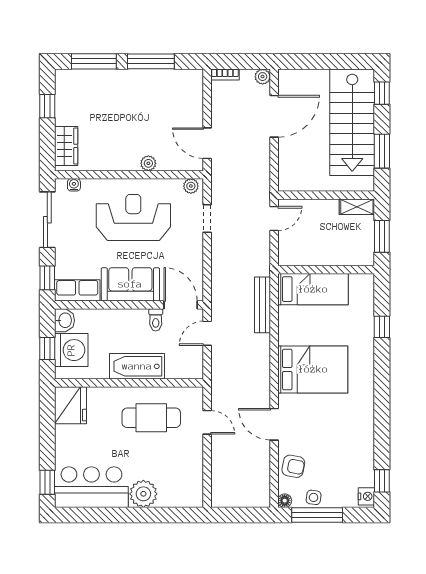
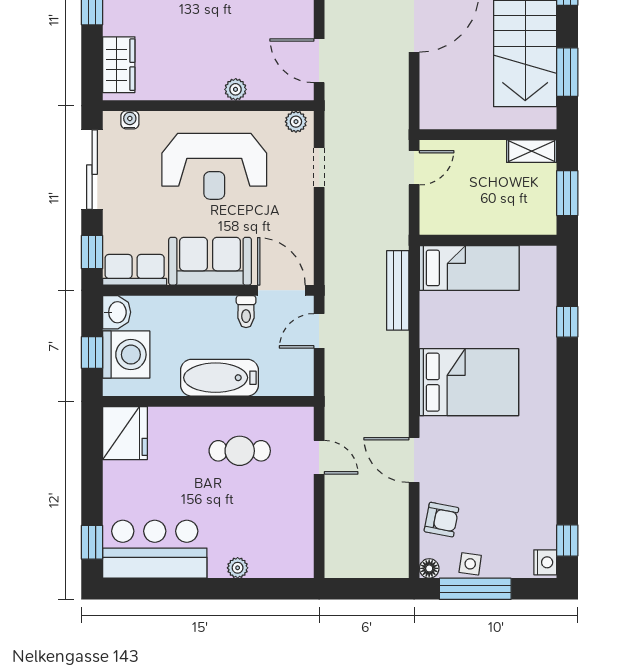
reception desk: (133, 217) -> (214, 166), turned 180
cafe table: (151, 418) -> (240, 451), width x0.73, depth x0.74
plant: (143, 494) -> (238, 568), width x0.53, depth x0.53

